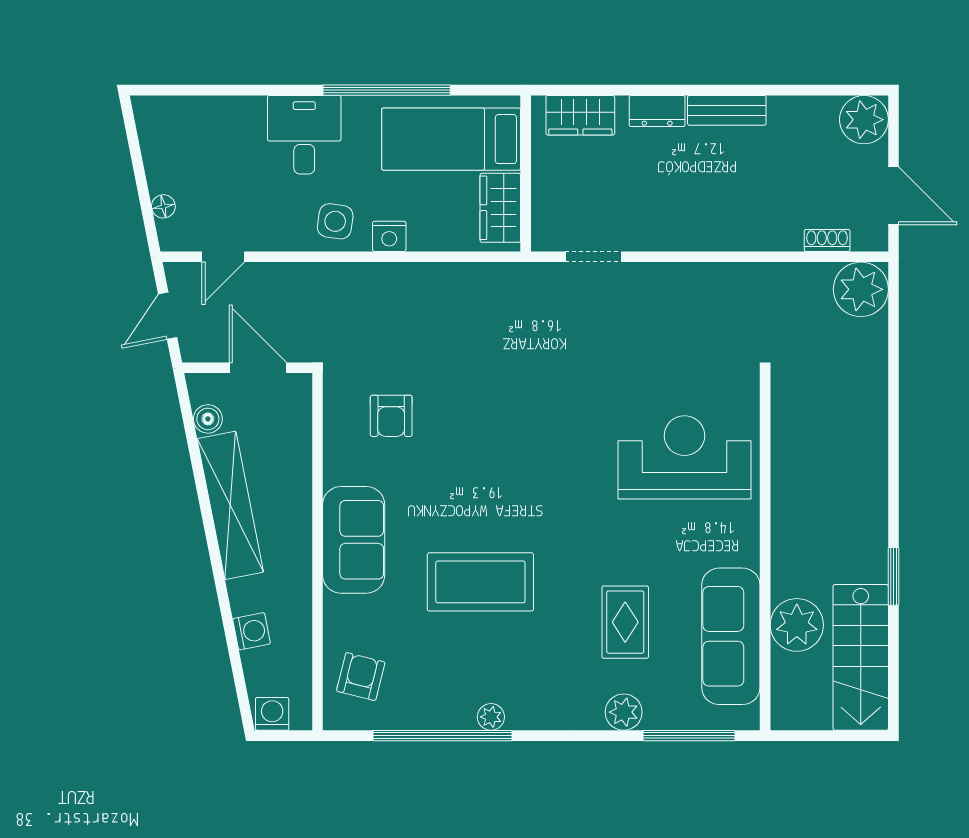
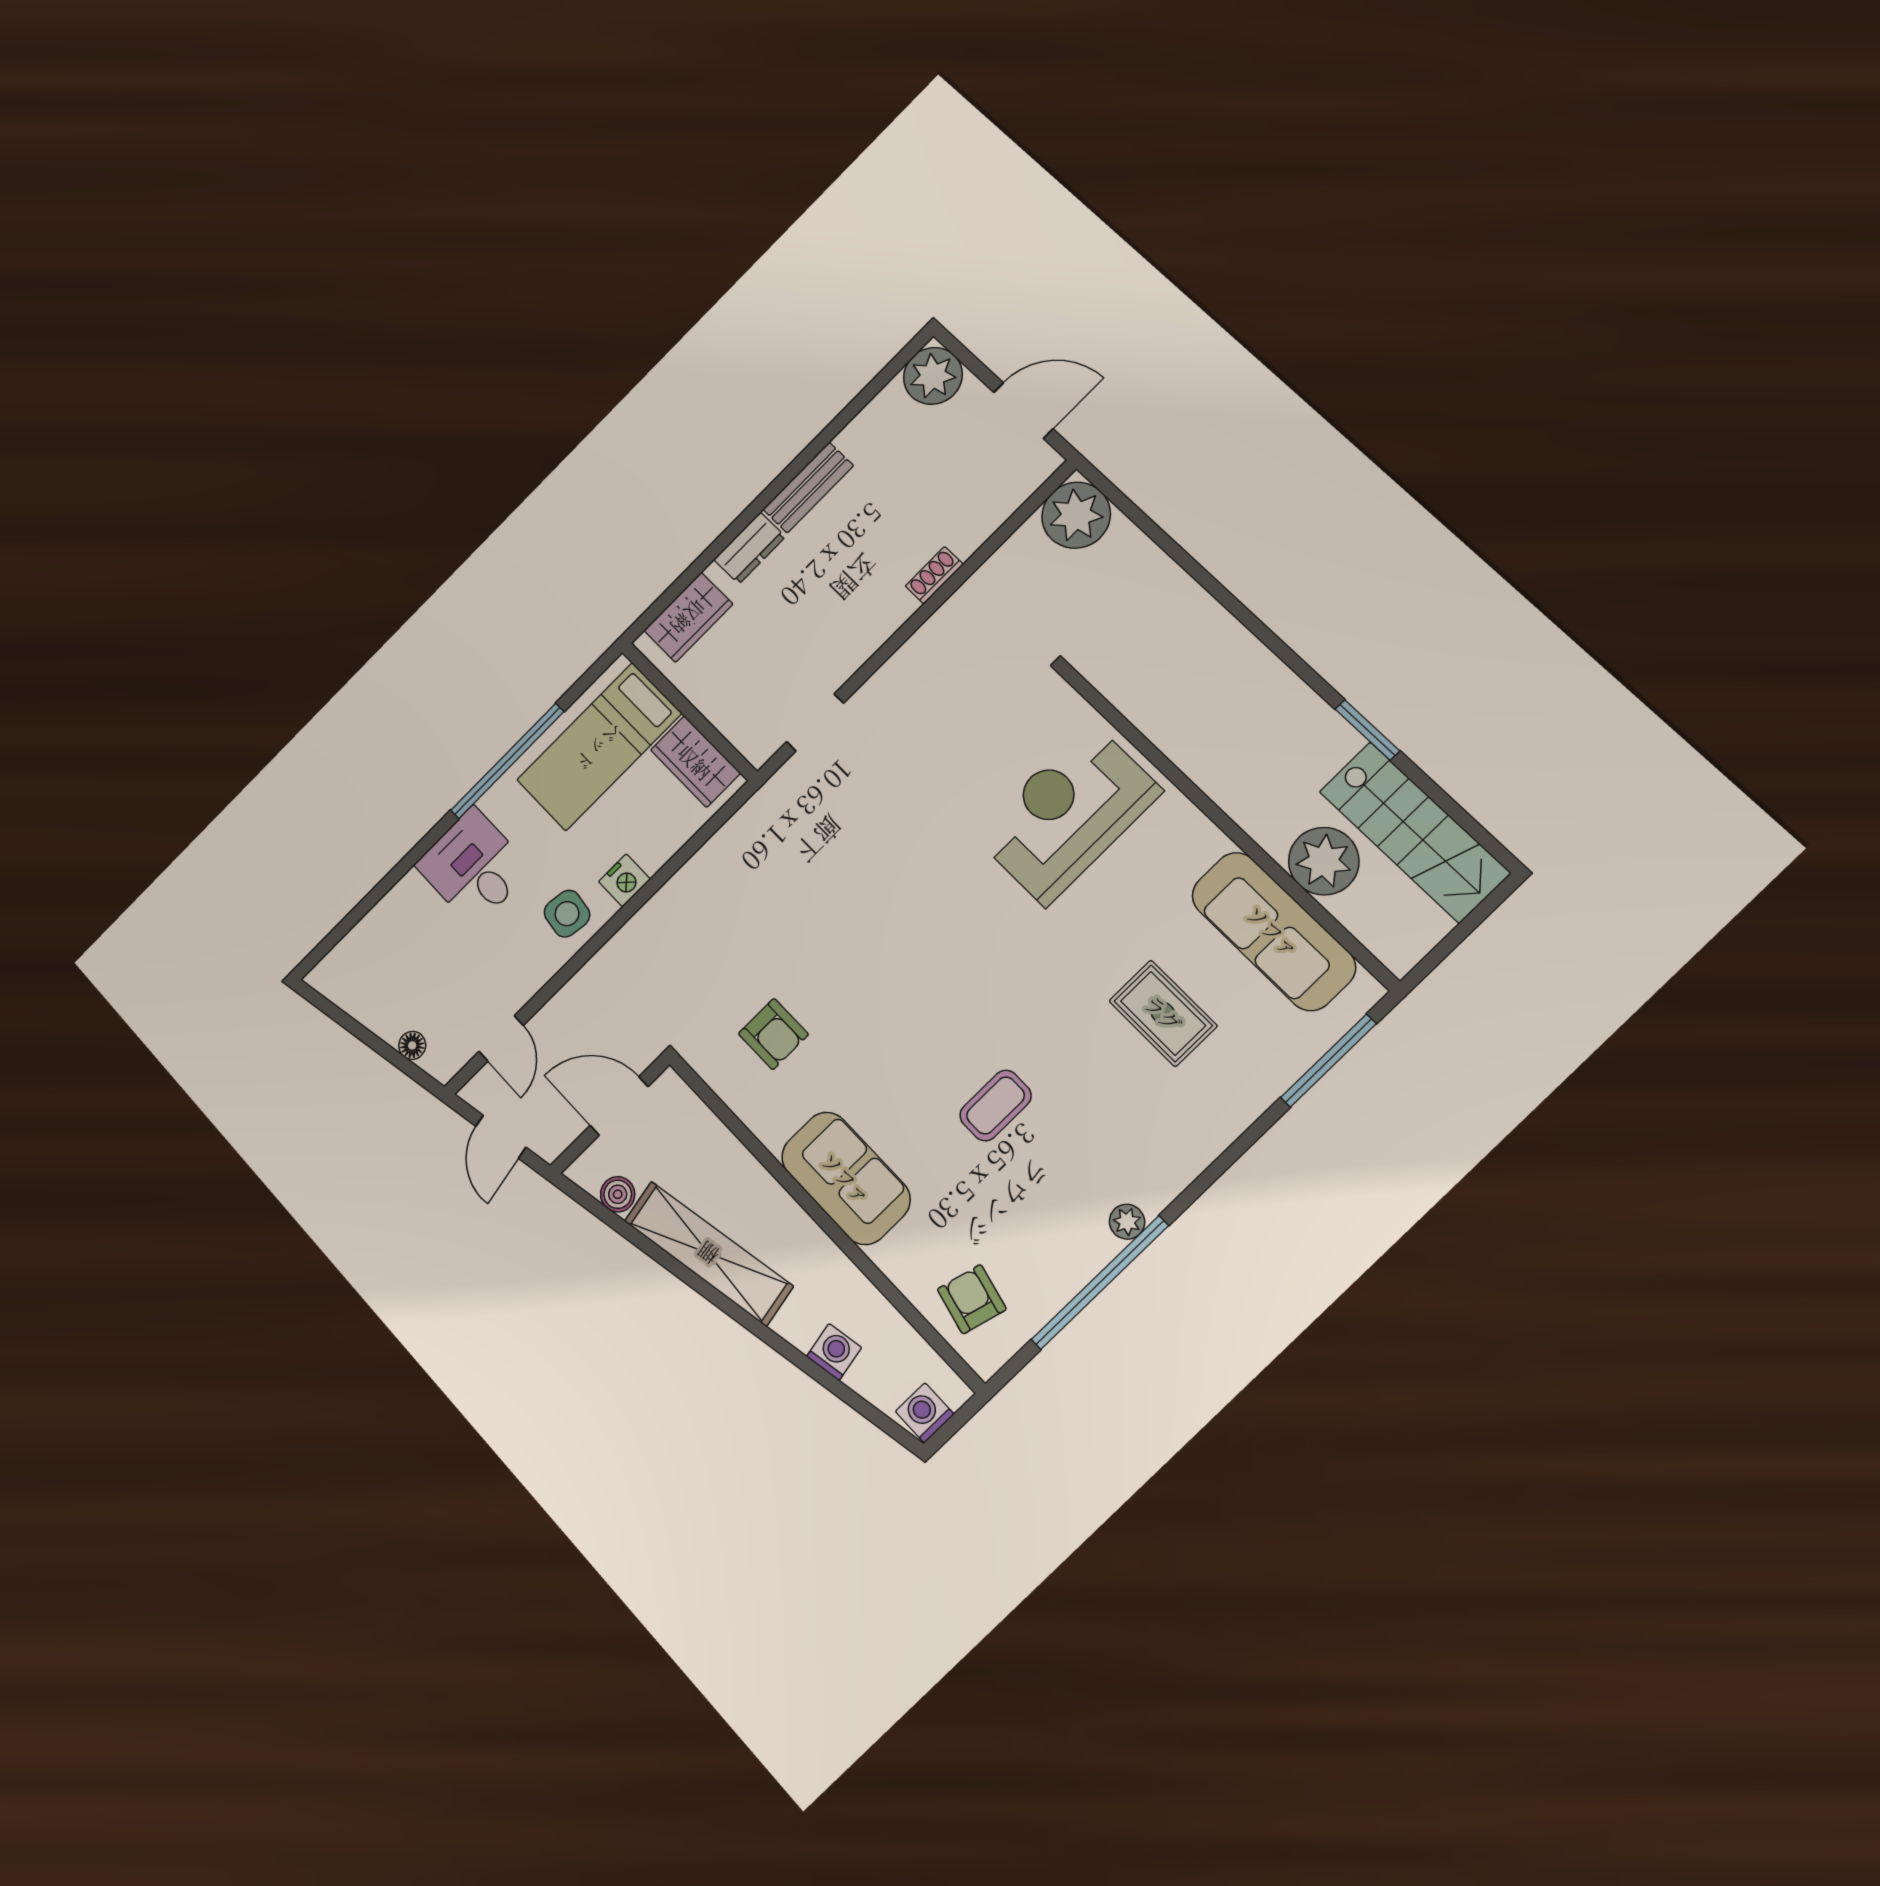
shoe rack: (827, 240) -> (934, 575), moved
coffee table: (480, 582) -> (996, 1105), width x0.54, depth x0.58
plant: (624, 712) -> (1245, 1098), removed

